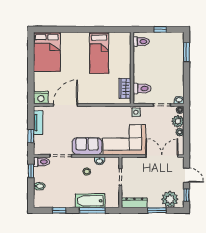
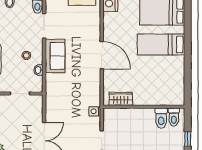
bed: (99, 53) -> (161, 45), moved
toilet: (142, 89) -> (161, 118), moved
door: (65, 105) -> (102, 55), moved
corner sofa: (124, 140) -> (63, 98), removed

